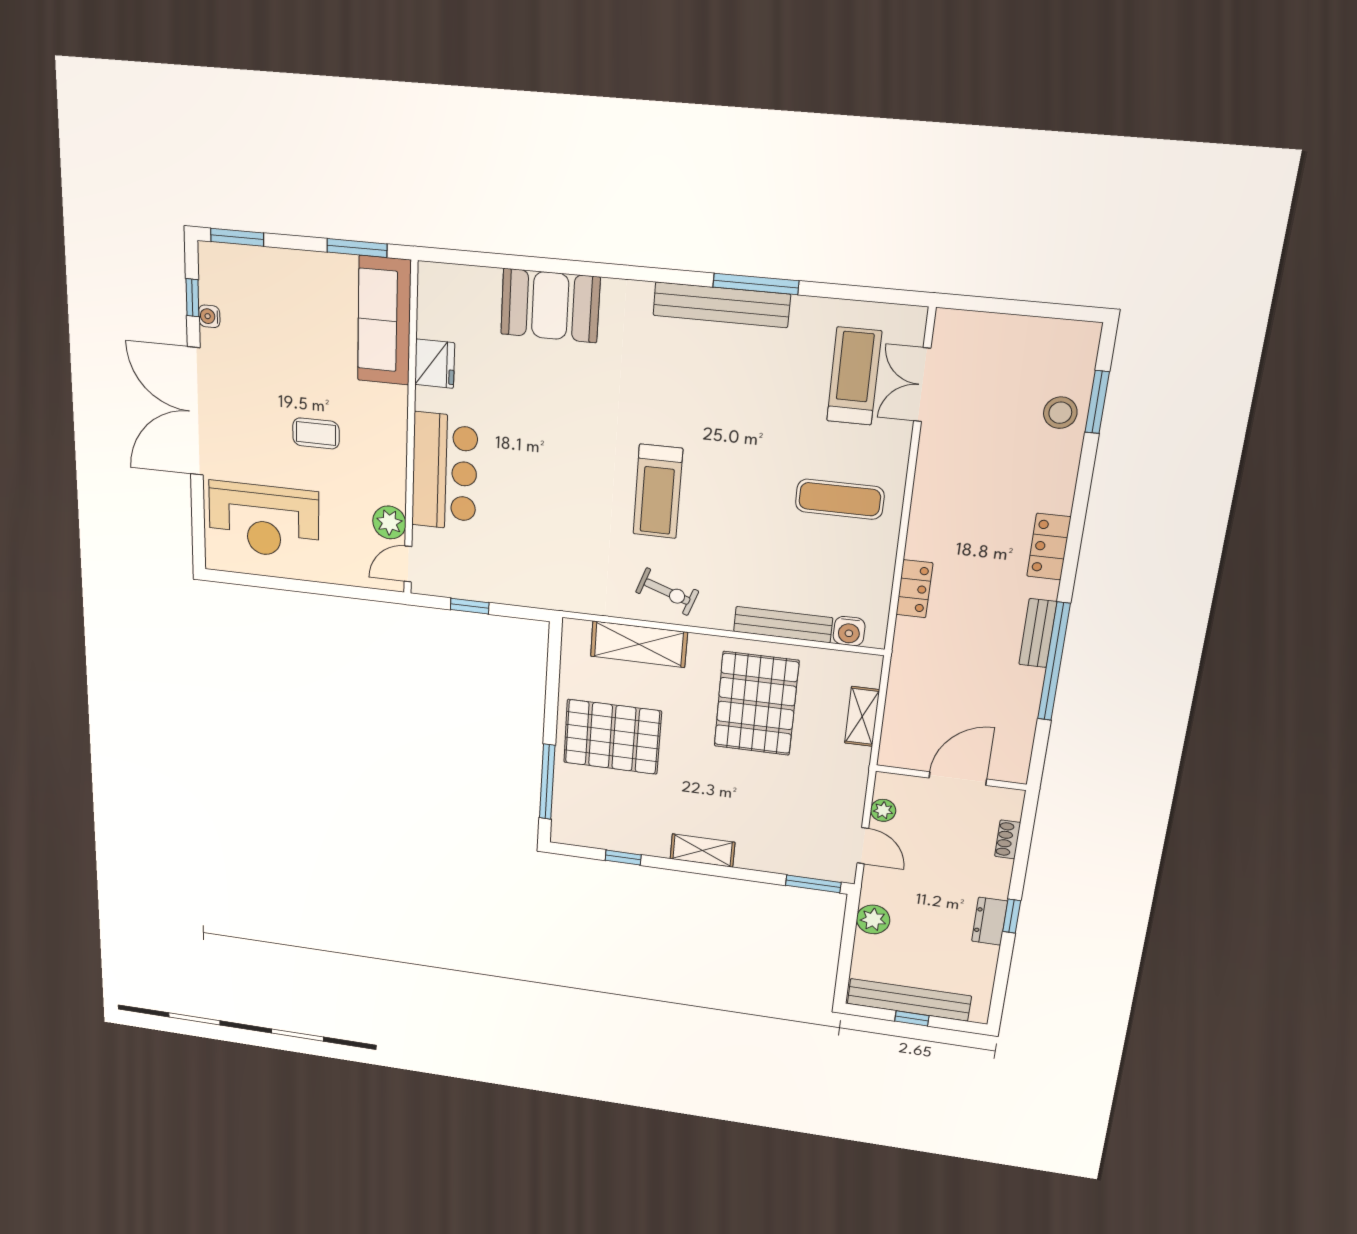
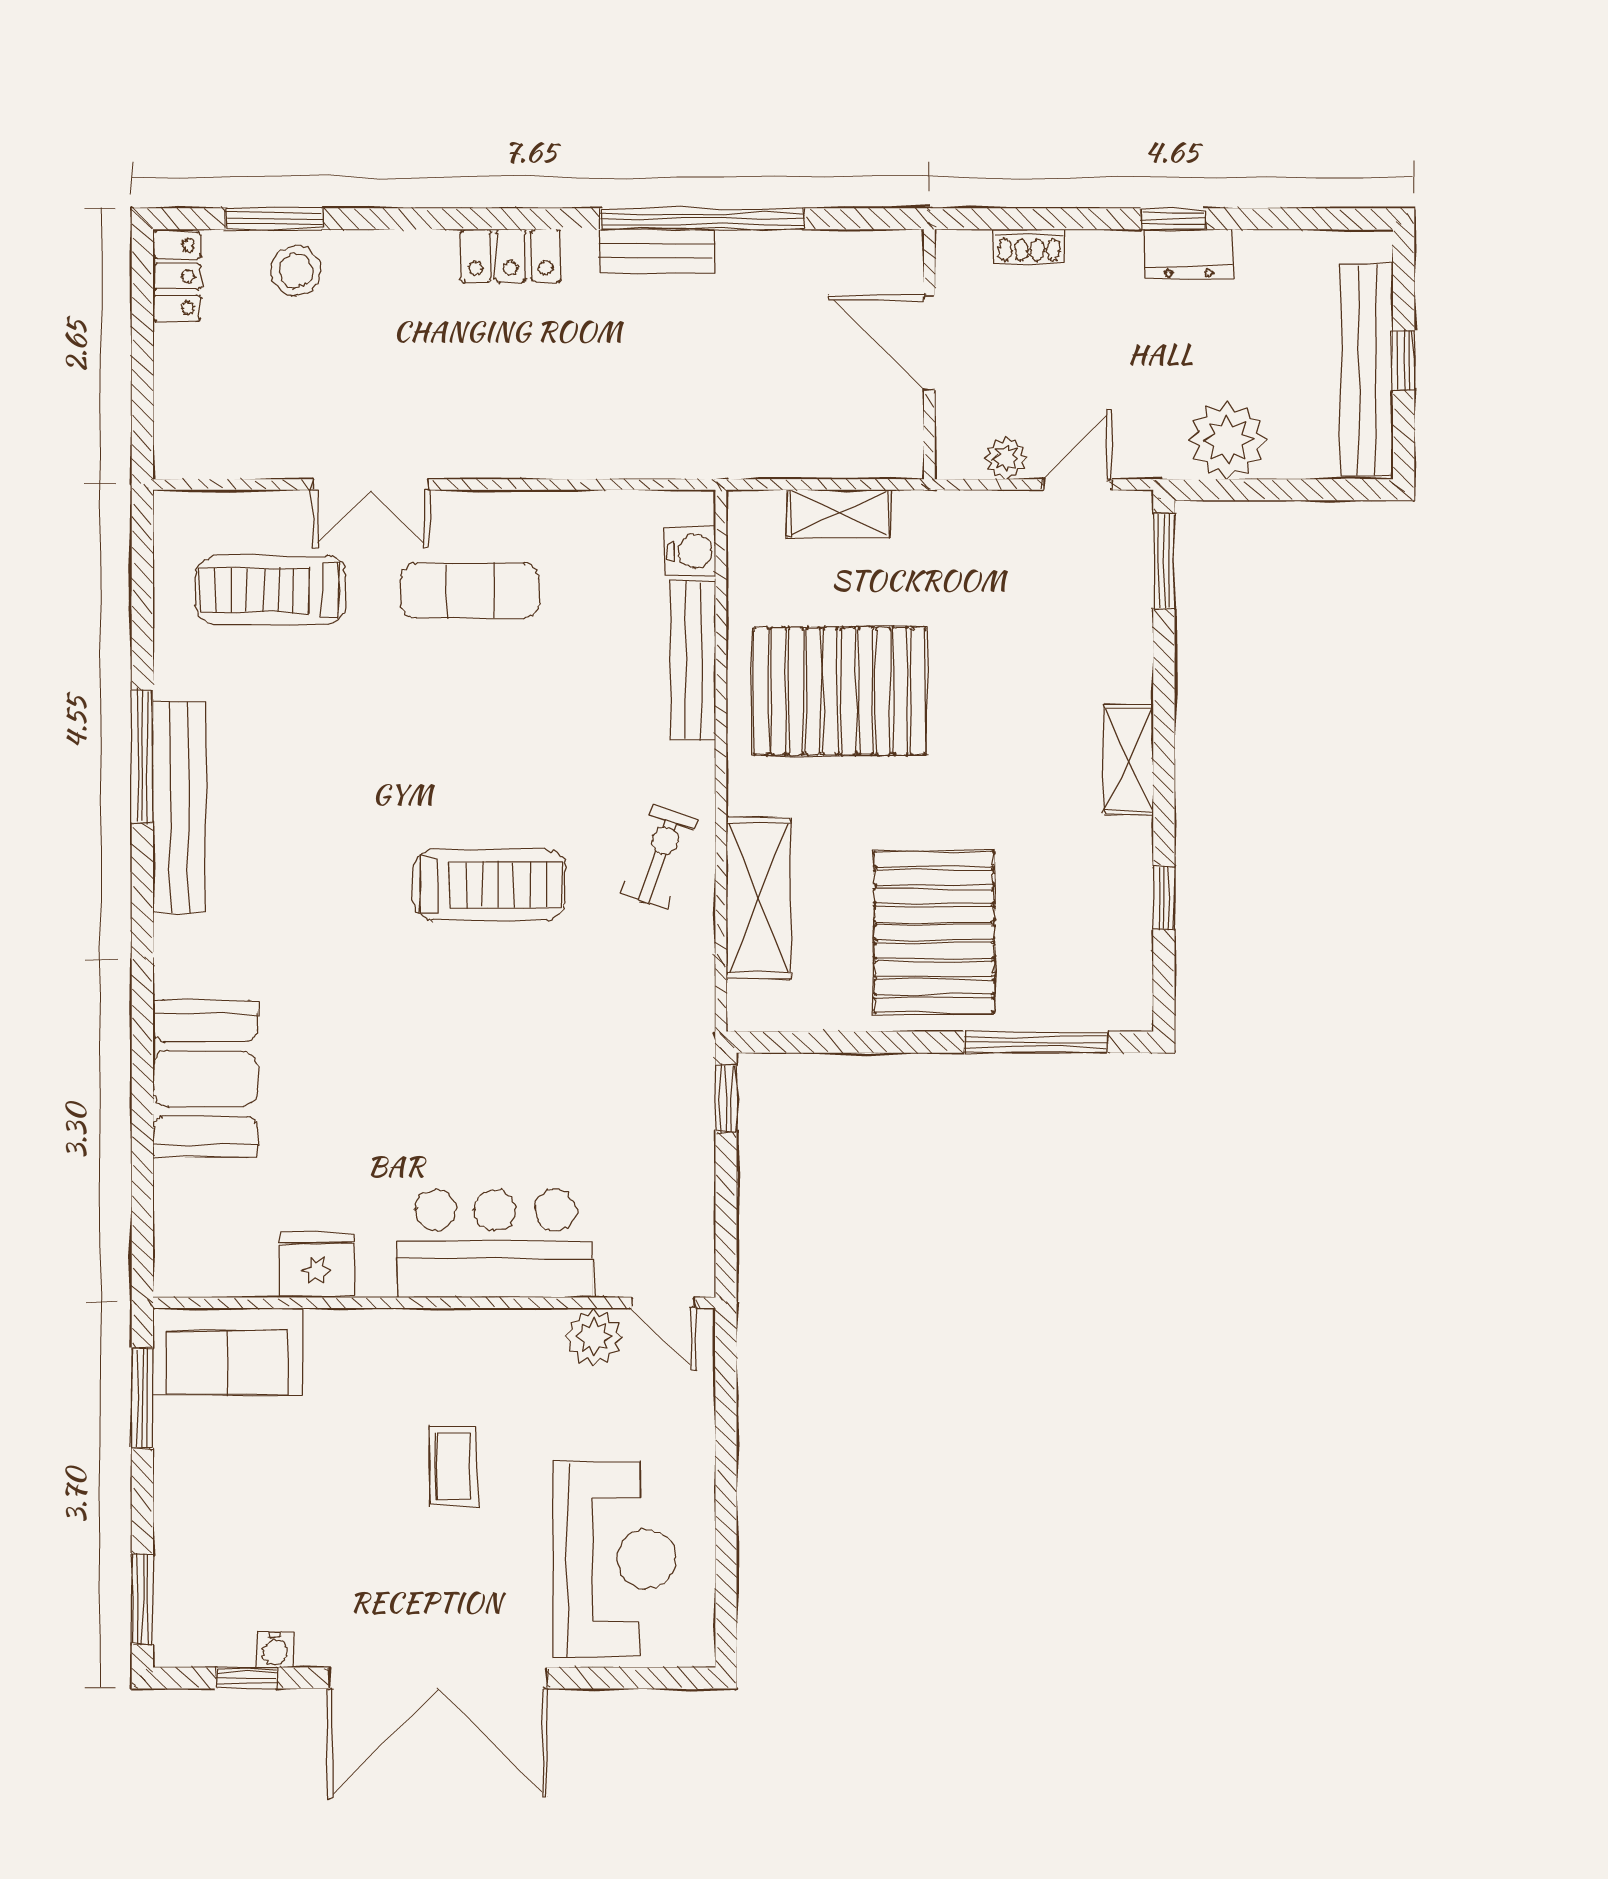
sofa: (384, 321) -> (227, 1351), width x0.73
double door: (922, 385) -> (371, 485), moved
exercise mat: (840, 499) -> (470, 591), turned 90
locker: (914, 589) -> (177, 277), moved, turned 90
window: (470, 606) -> (726, 1098), moved
plant: (873, 919) -> (1227, 440), width x1.36, depth x1.36

